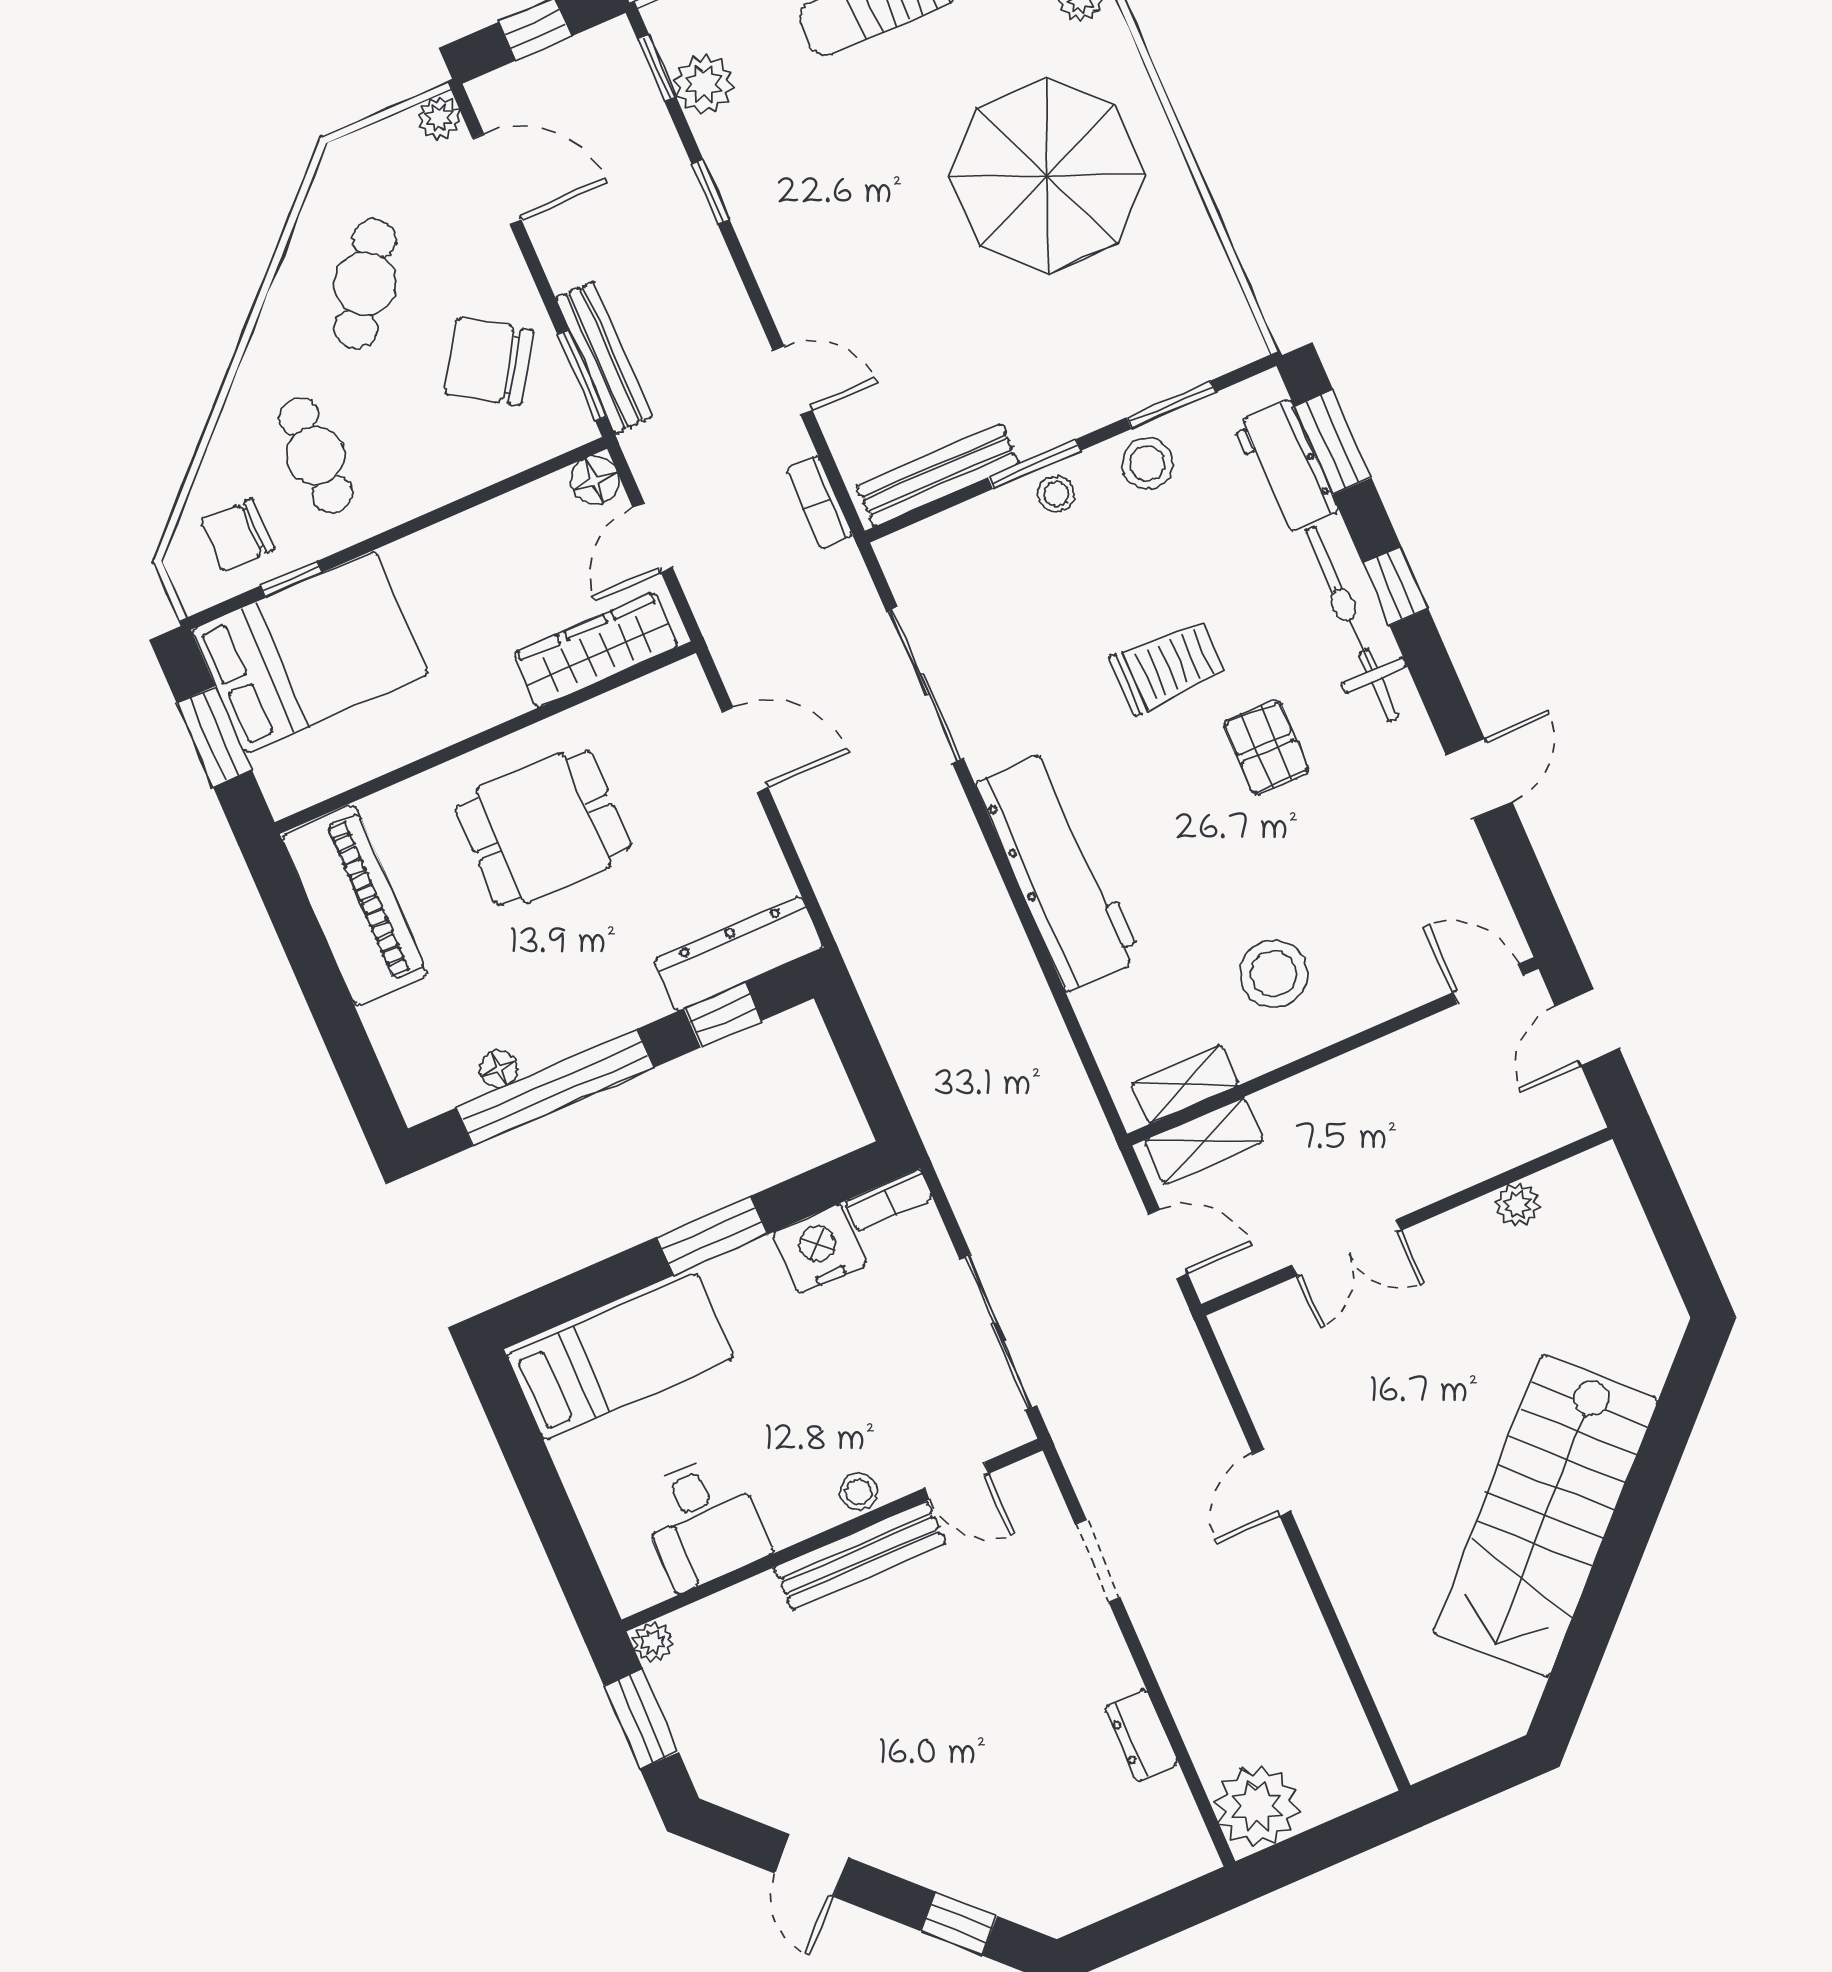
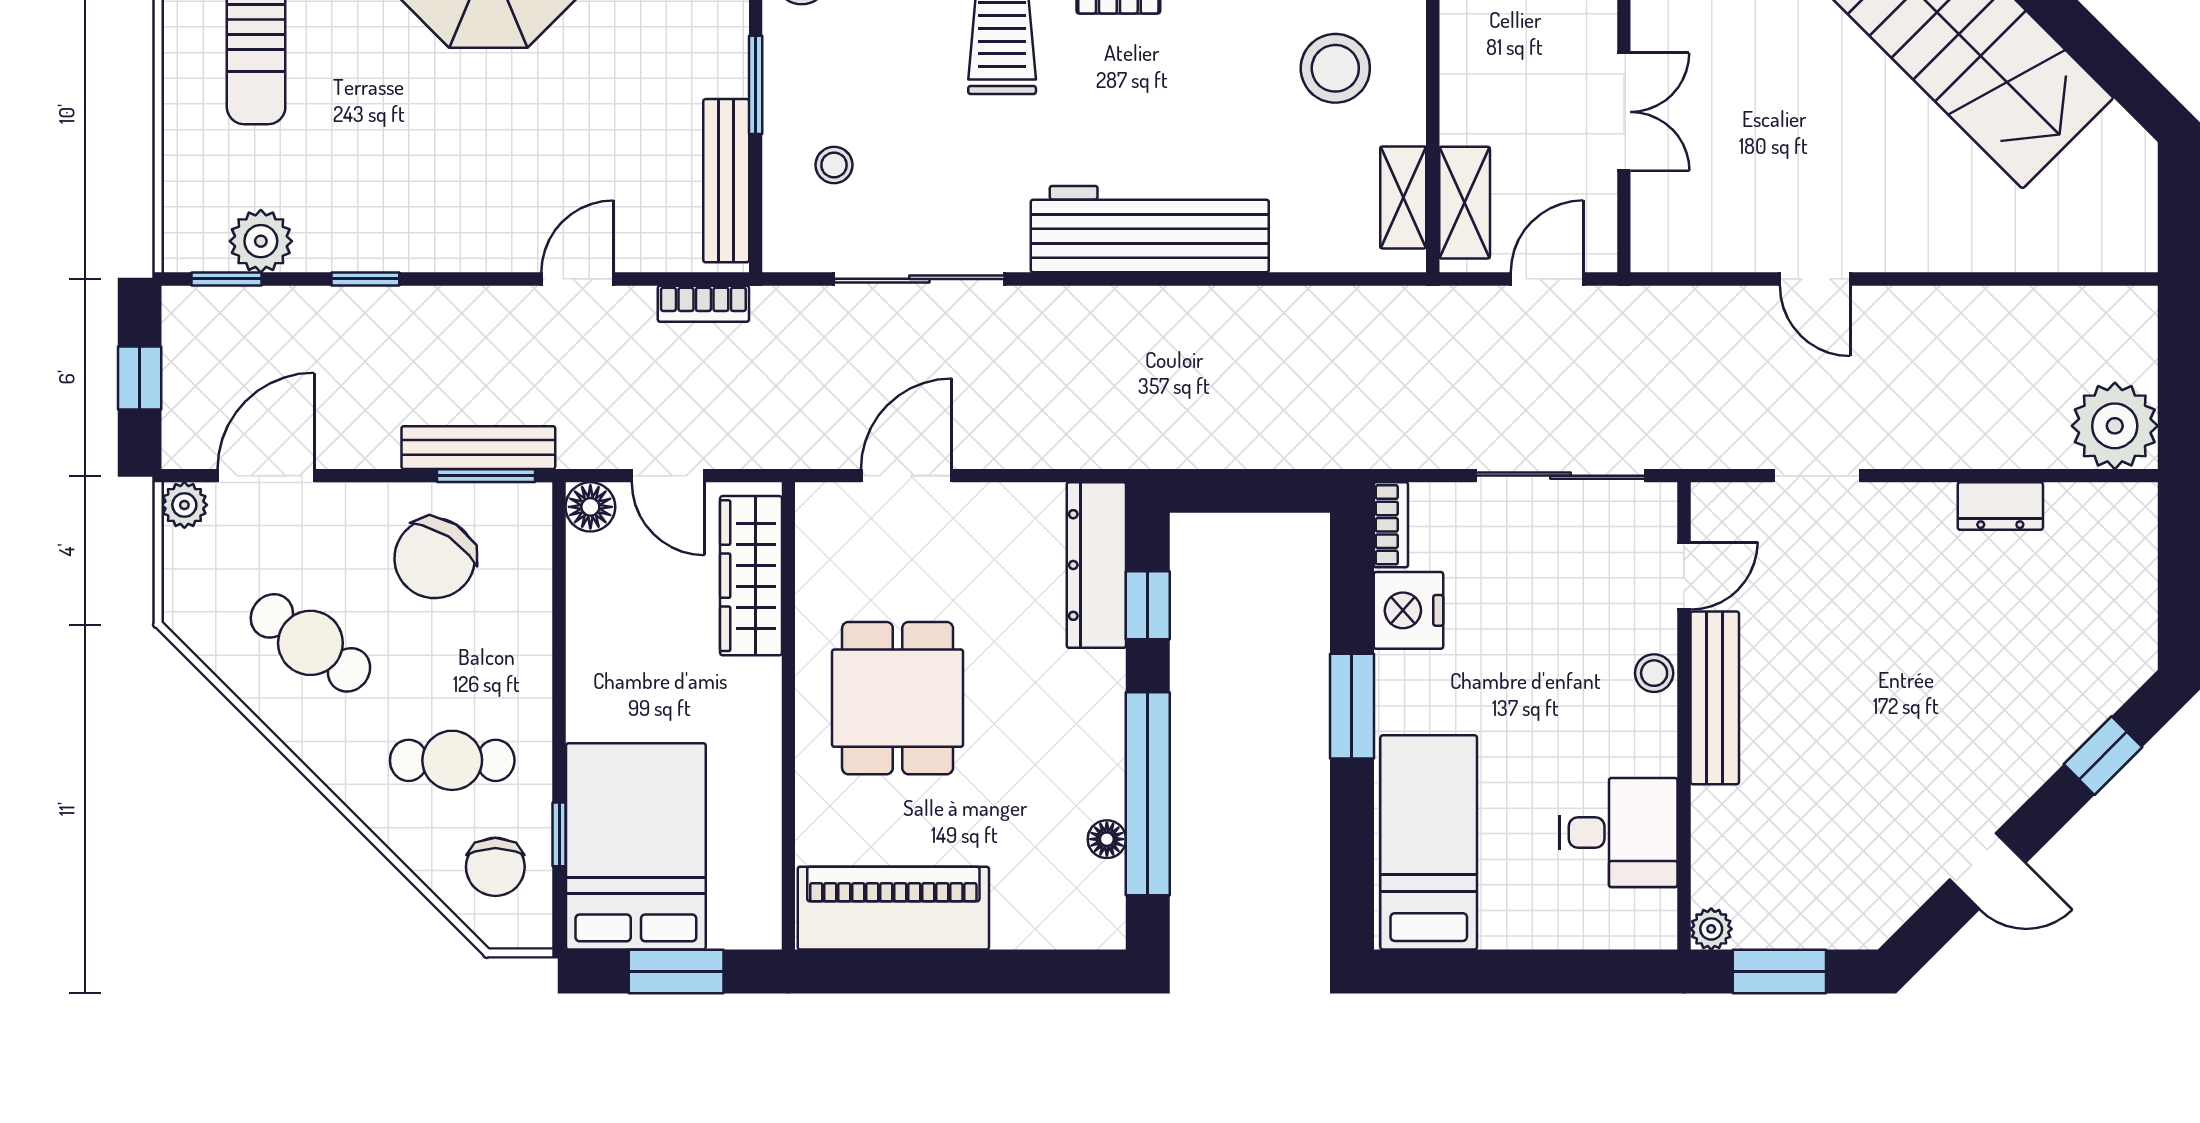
stool: (1056, 494) -> (834, 165), moved

